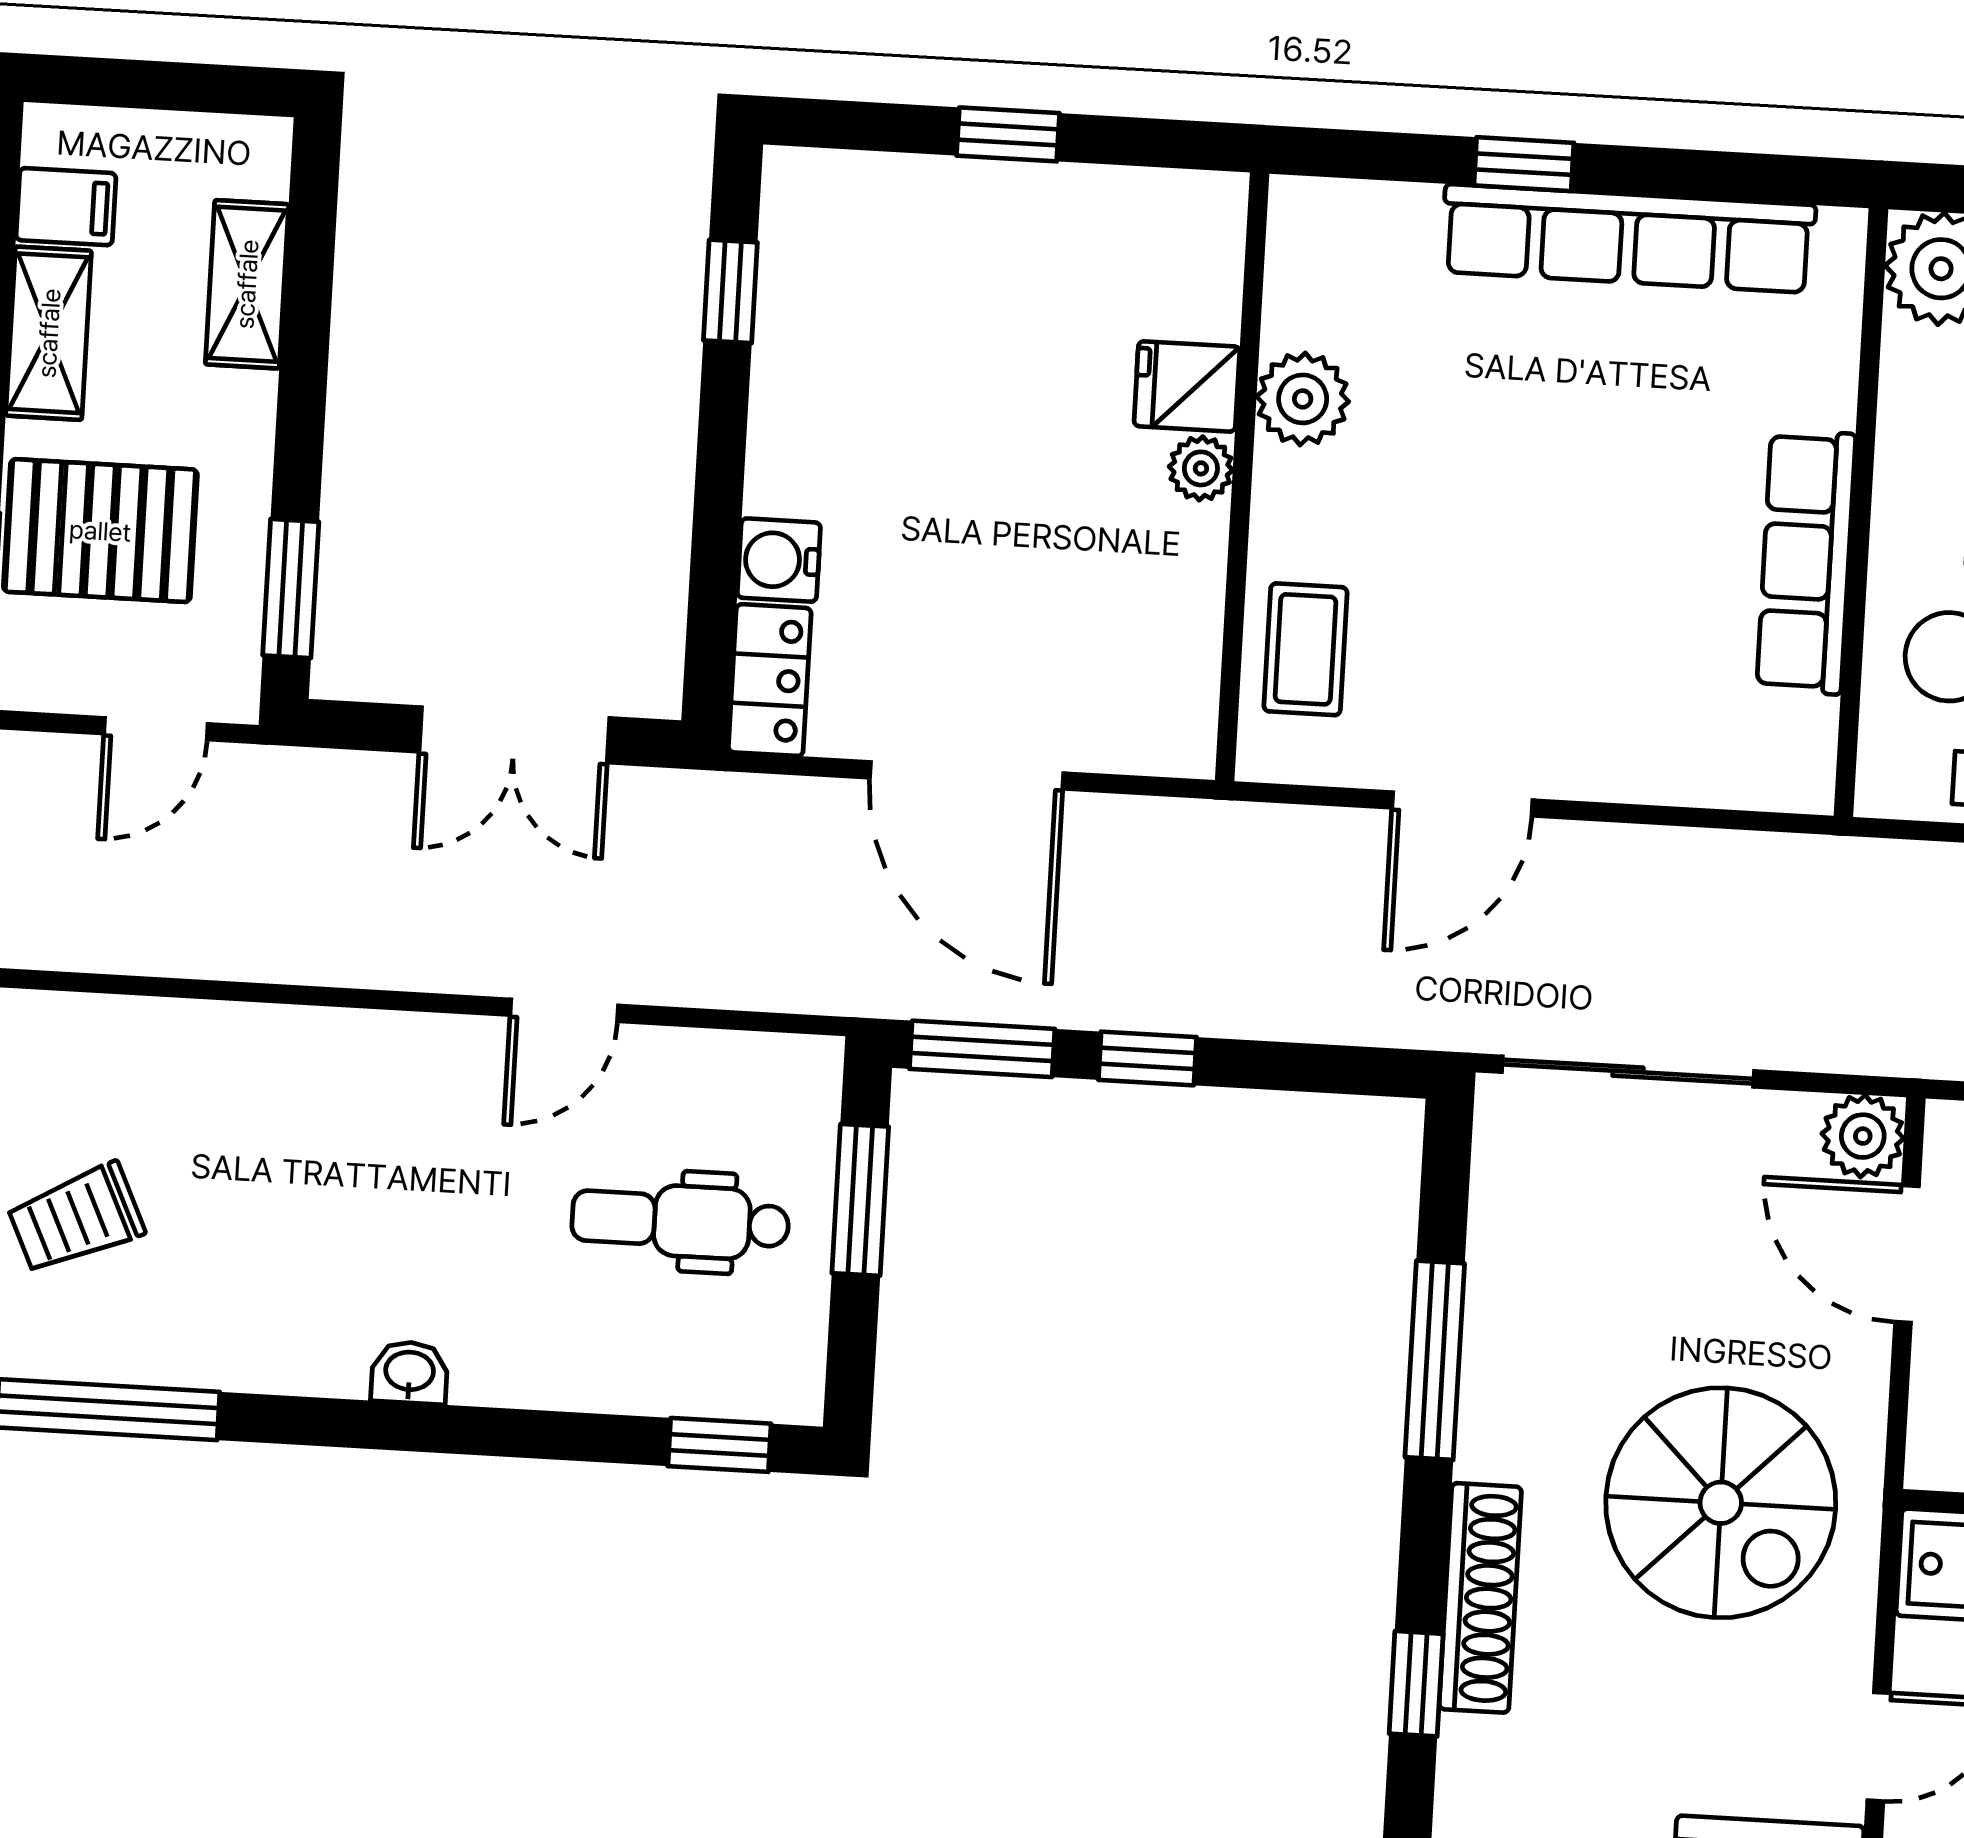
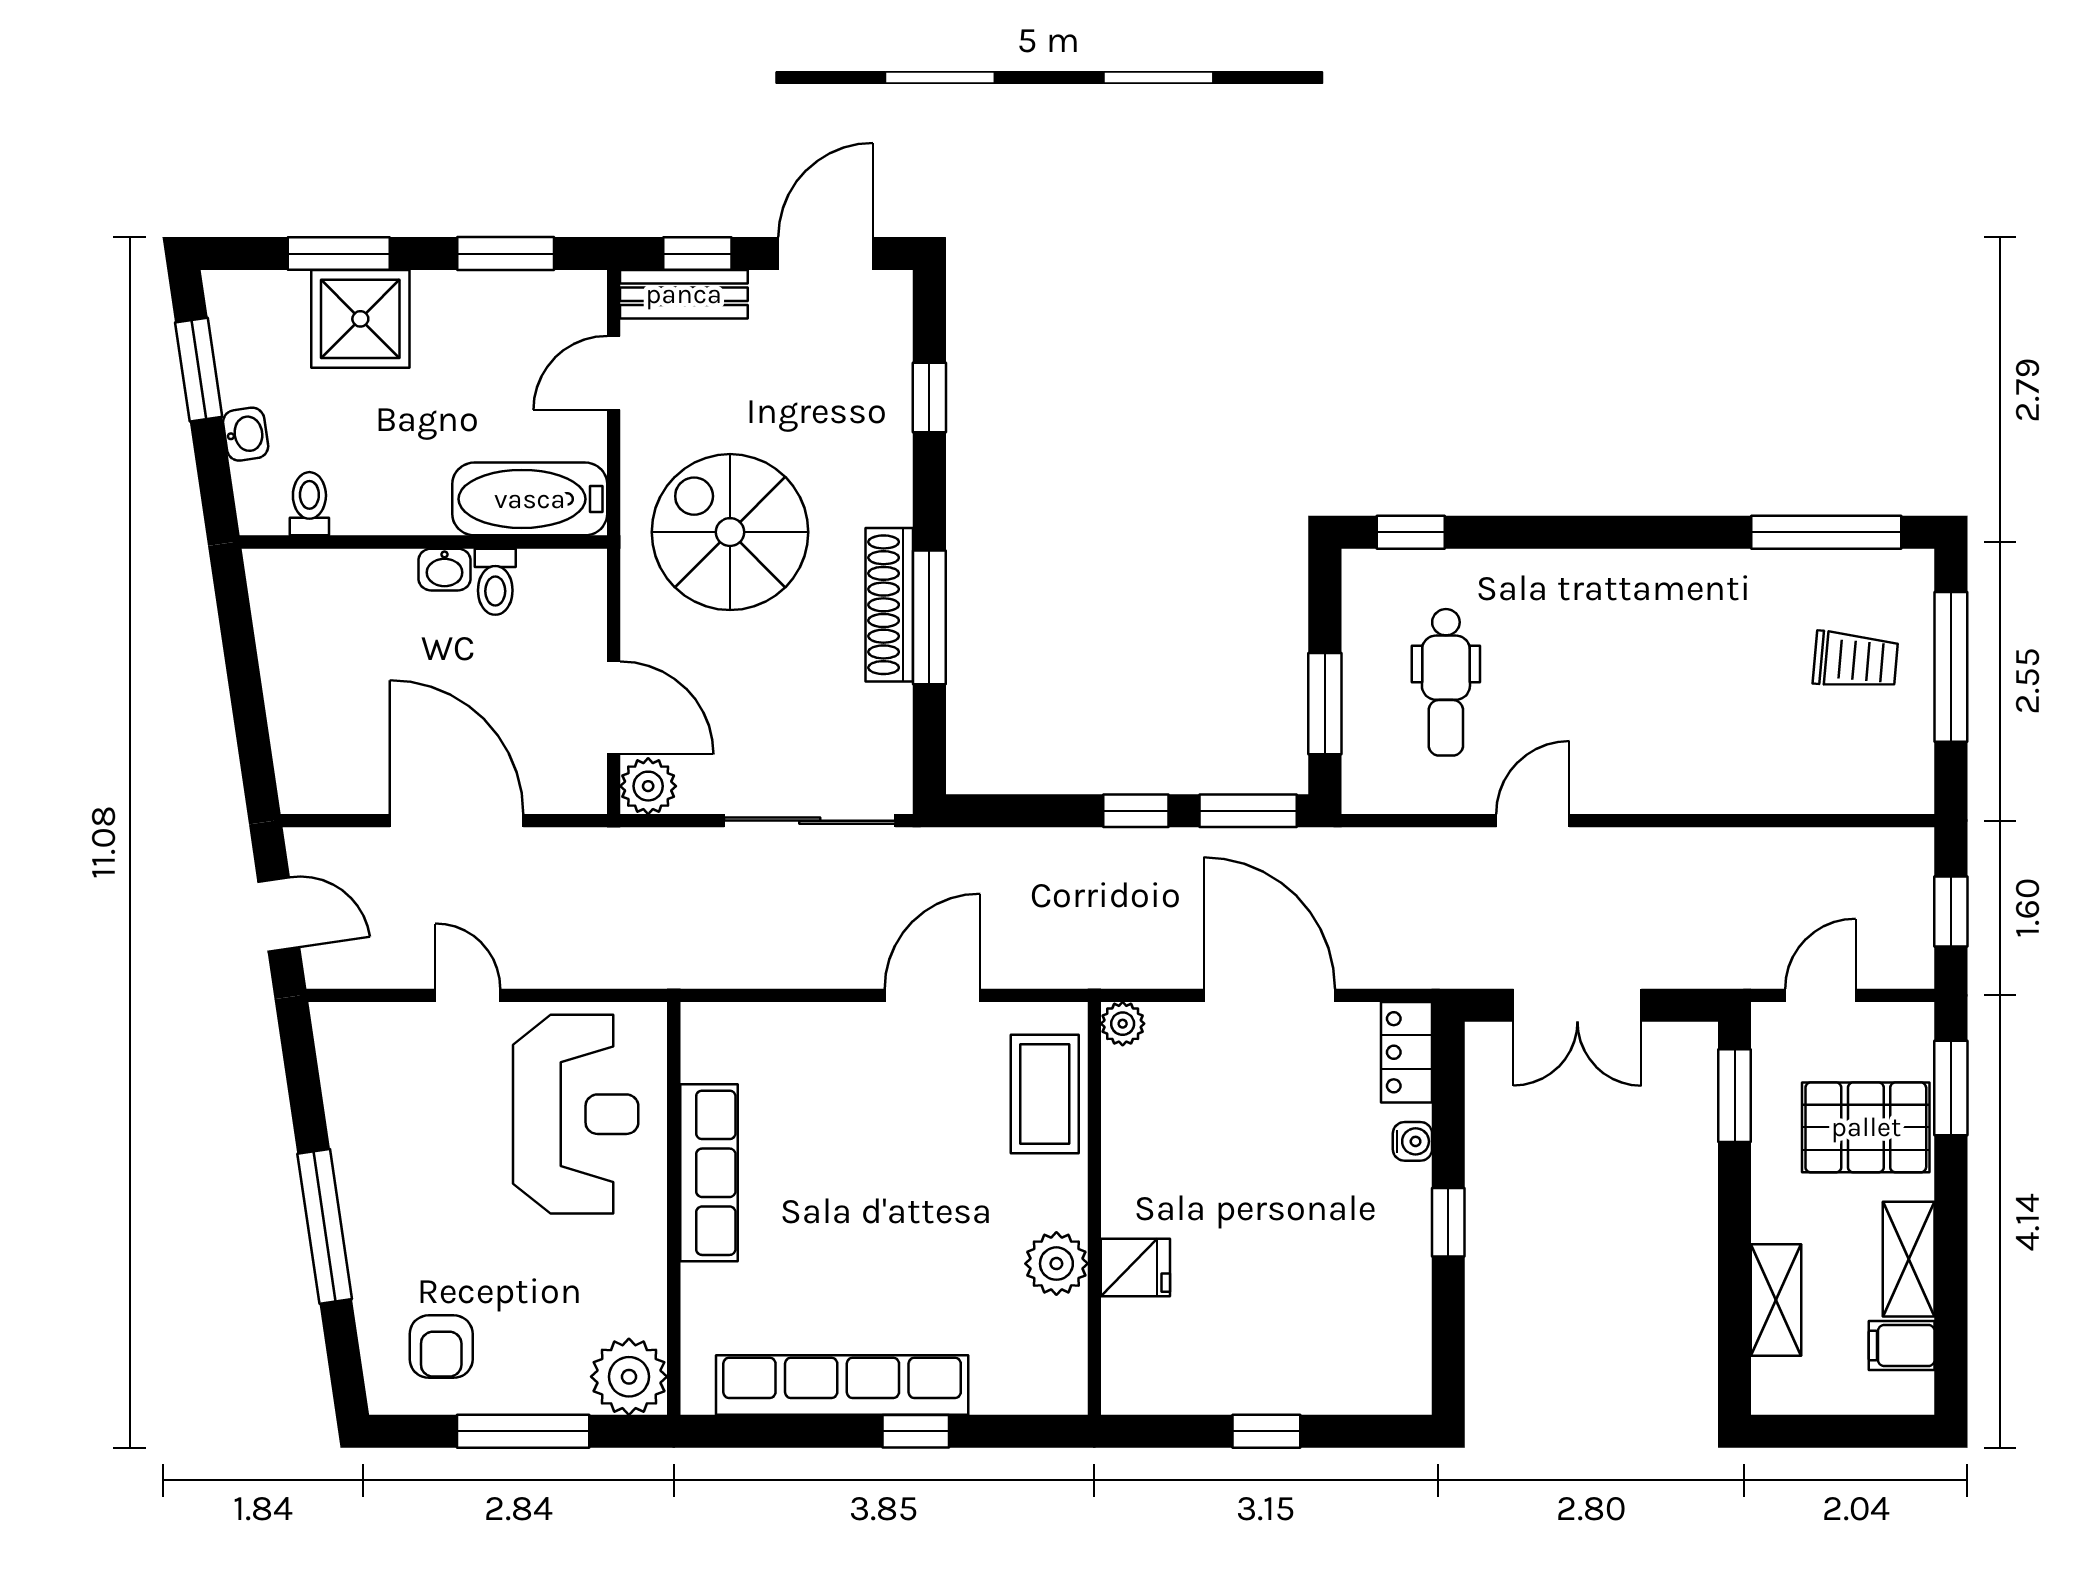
window: (730, 291) -> (1448, 1222), moved
plant: (1201, 468) -> (1123, 1024), moved
water cooler: (779, 560) -> (1412, 1141), width x0.72, depth x0.72
coffee table: (1305, 649) -> (1045, 1094), width x1.36, depth x1.30
double door: (514, 735) -> (1577, 1005), swing flipped
trolley: (76, 1219) -> (1855, 660), turned 30
dental chair: (680, 1221) -> (1446, 682), turned 90
washbasin: (410, 1373) -> (1623, 569), removed
shoe rack: (1480, 1598) -> (889, 605), moved

